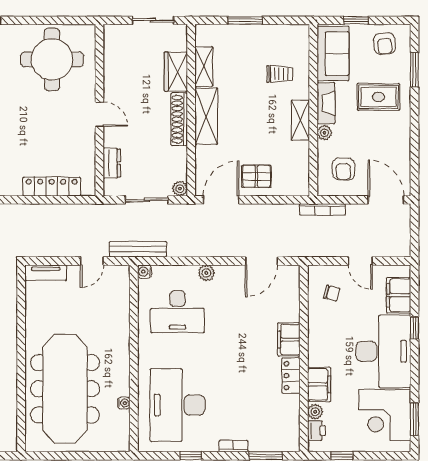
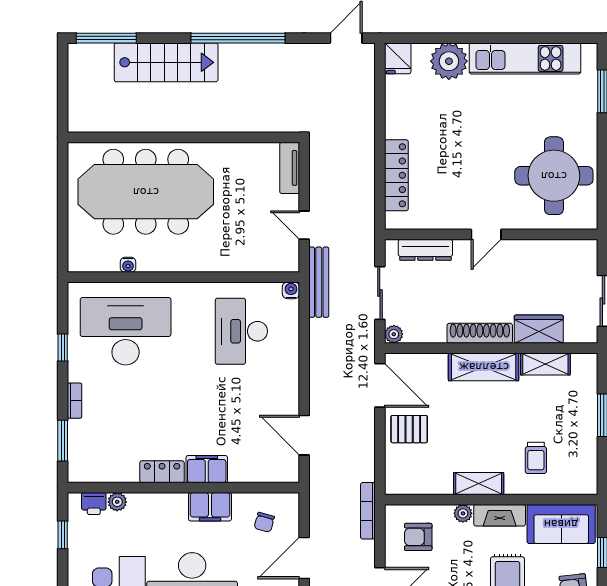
dresser: (112, 163) -> (425, 250), width x1.44
pallet: (256, 176) -> (409, 429), turned 90
door: (360, 261) -> (304, 558), width x1.38
plant: (206, 273) -> (289, 367), removed
filing cabinet: (319, 384) -> (210, 507), moved

